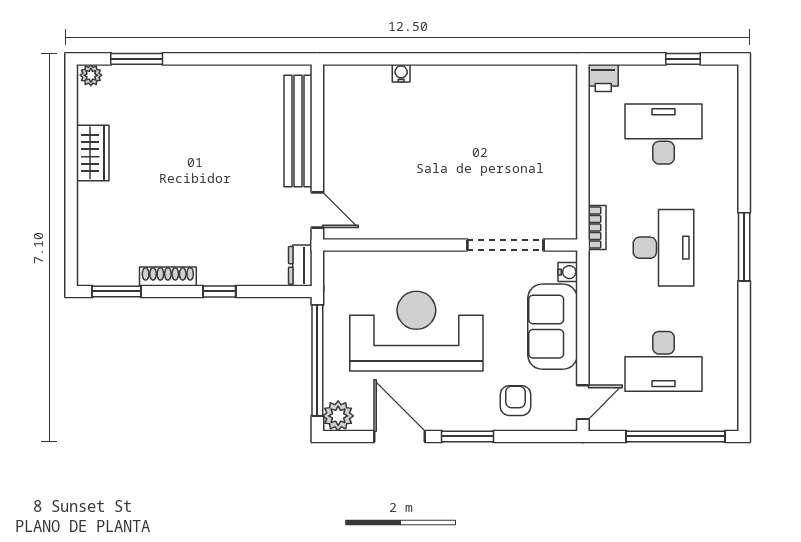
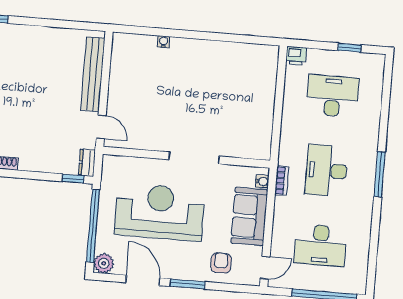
bookcase: (597, 227) -> (282, 181), moved
doorway: (505, 245) -> (194, 158), moved
desk: (664, 248) -> (326, 171), turned 180
window: (219, 291) -> (73, 179), moved

